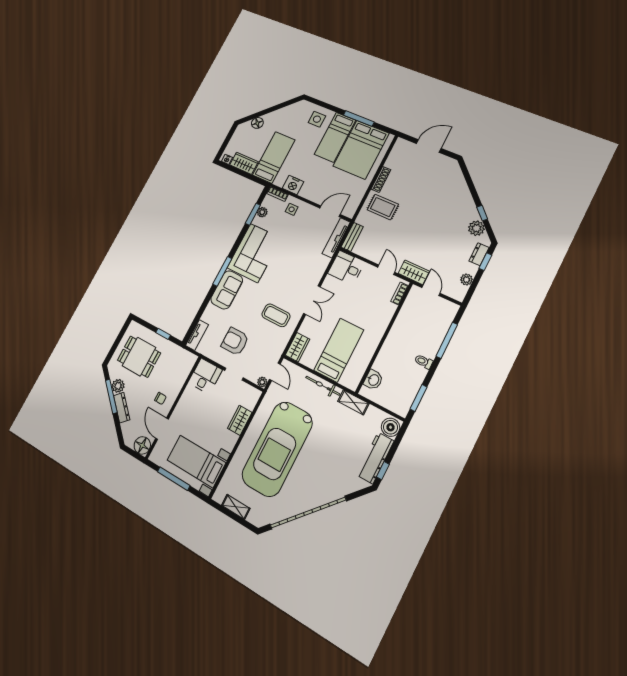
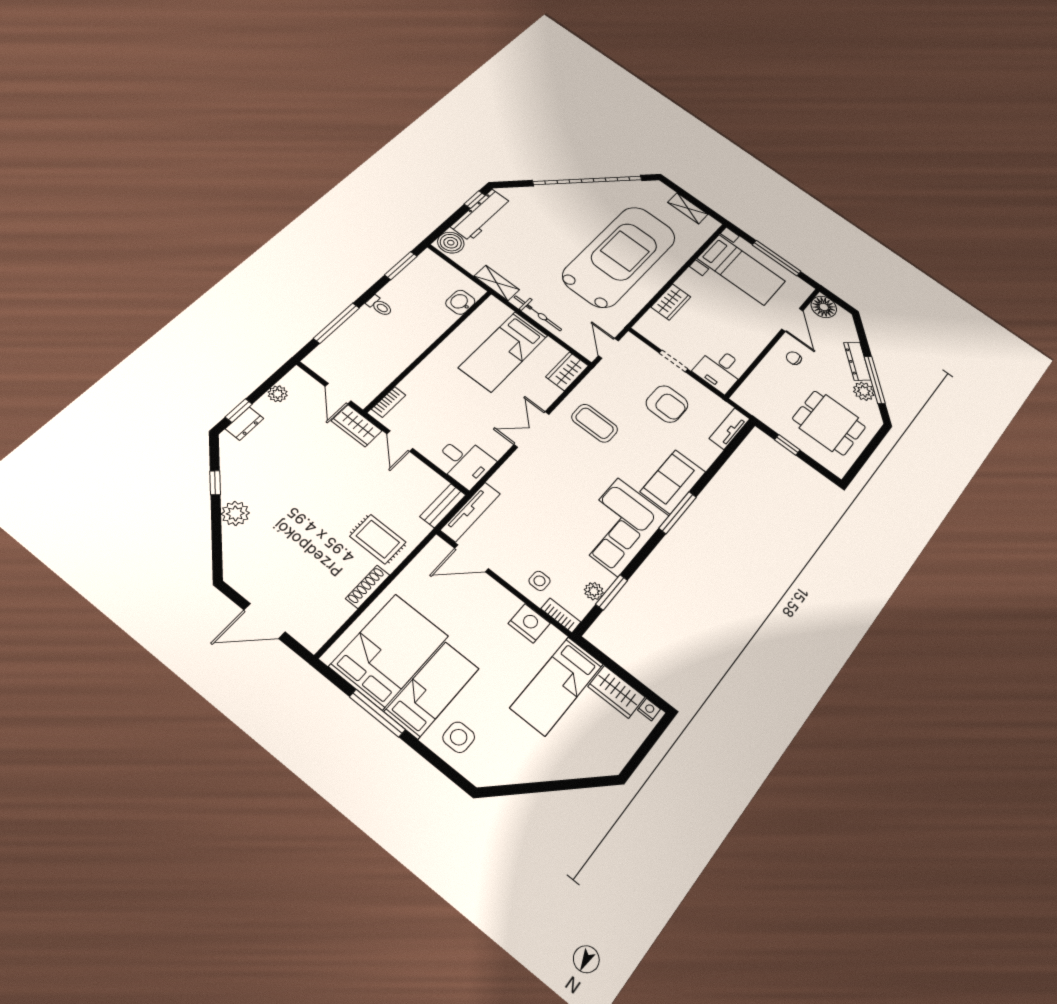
floor lamp: (257, 123) -> (579, 766), removed
plant: (476, 228) -> (235, 513), moved
plant: (262, 382) -> (630, 340), removed

